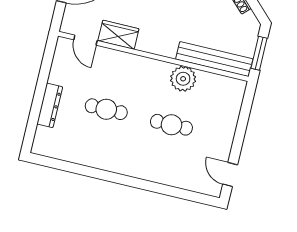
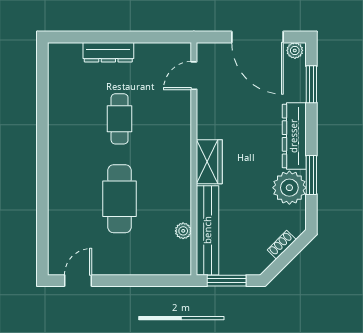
wardrobe: (118, 35) -> (209, 162), moved
plant: (183, 79) -> (183, 231), moved, width x0.53, depth x0.53
cafe table: (171, 125) -> (120, 199), width x1.37, depth x1.35

